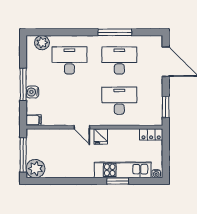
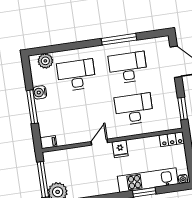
water cooler: (32, 92) -> (40, 92), moved
door: (82, 127) -> (99, 142), swing flipped

